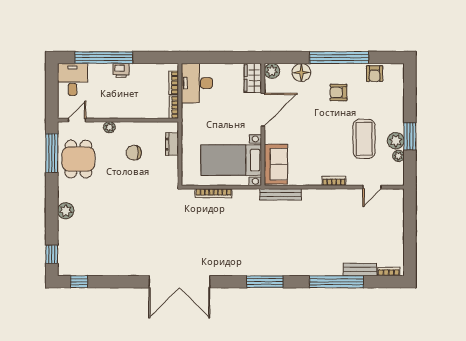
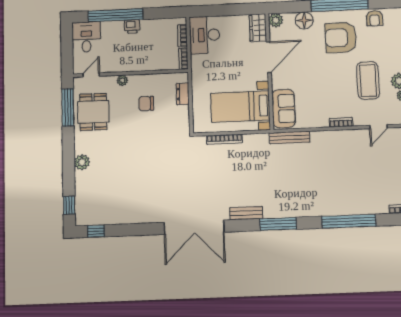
armchair: (338, 92) -> (341, 38), width x1.88, depth x1.88
bench: (360, 270) -> (246, 213), moved

